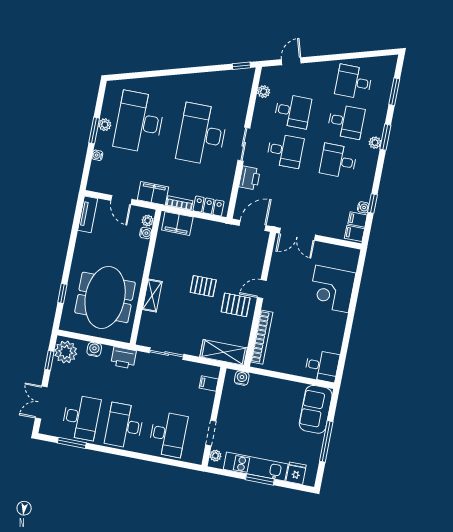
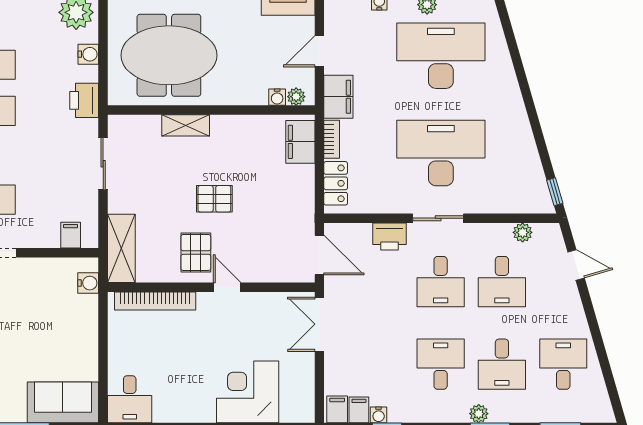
pallet: (203, 286) -> (214, 199), turned 90

